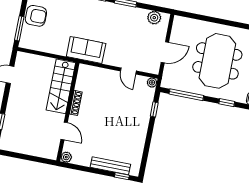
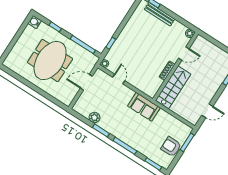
plant: (154, 18) -> (94, 118), moved
door: (64, 131) -> (184, 53), swing flipped

